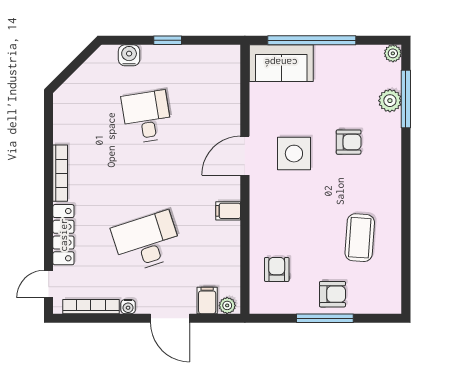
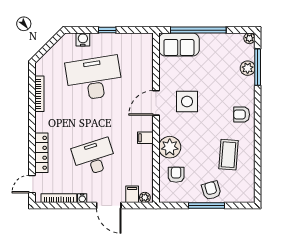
desk: (147, 117) -> (94, 78), width x1.87, depth x1.30
armchair: (349, 142) -> (242, 114), moved, turned 180
bookcase: (60, 173) -> (39, 94), moved
plant: (267, 226) -> (170, 147), added
armchair: (332, 294) -> (211, 190), turned -106

